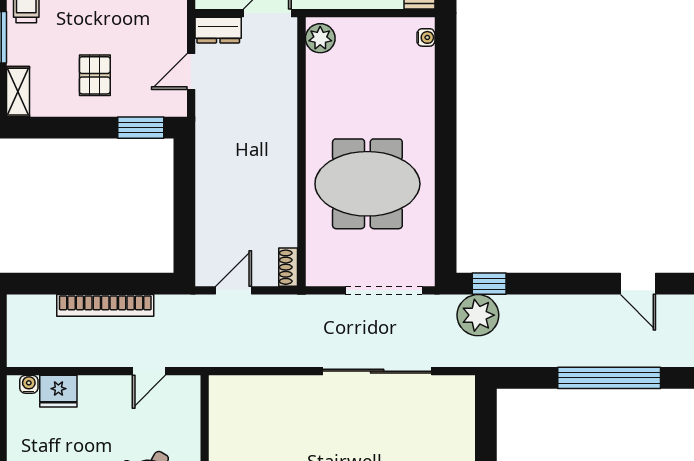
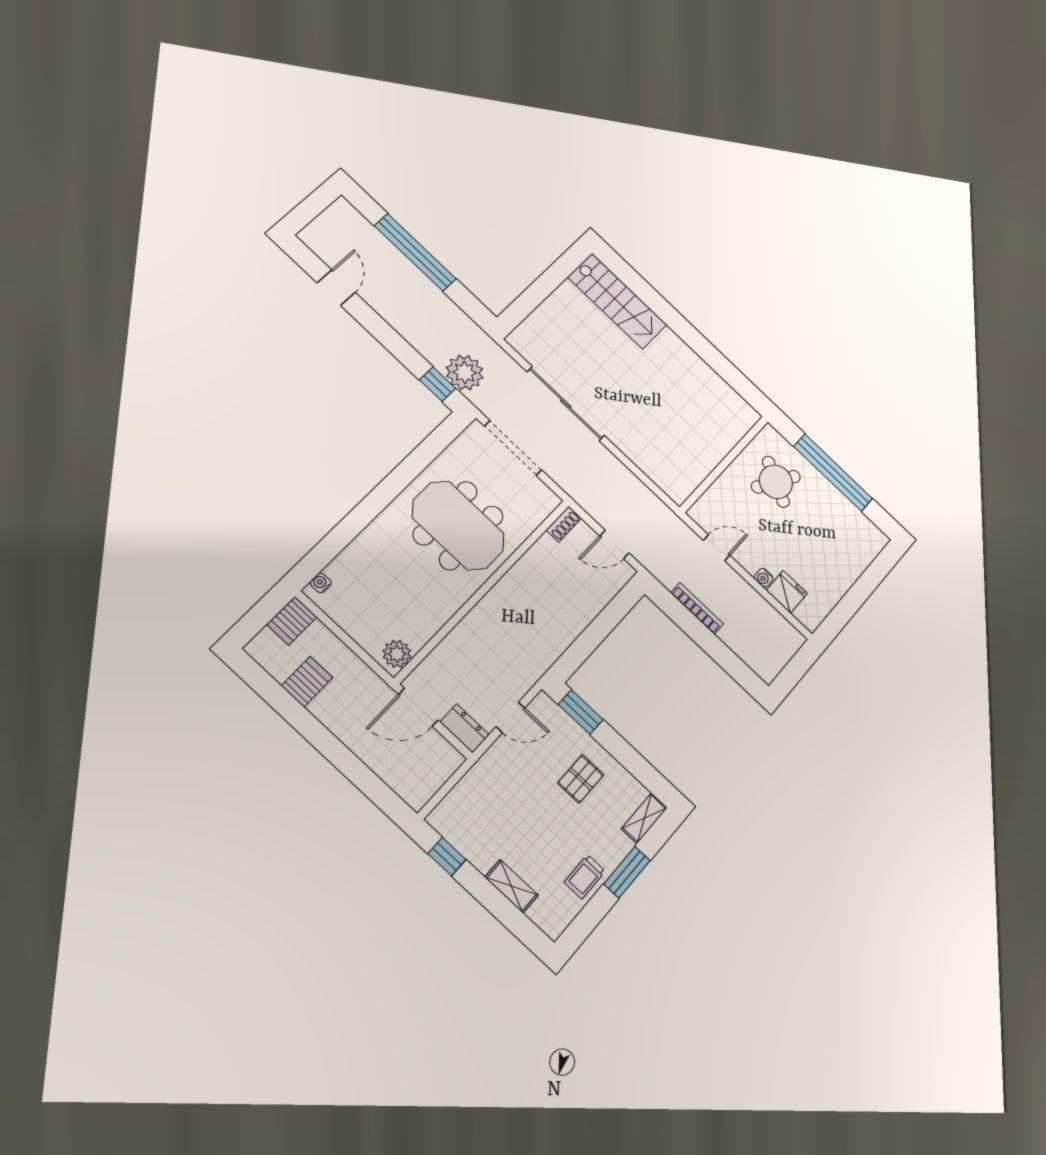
bookcase: (105, 305) -> (697, 608), width x0.68, depth x0.76
water cooler: (29, 384) -> (764, 578), moved

